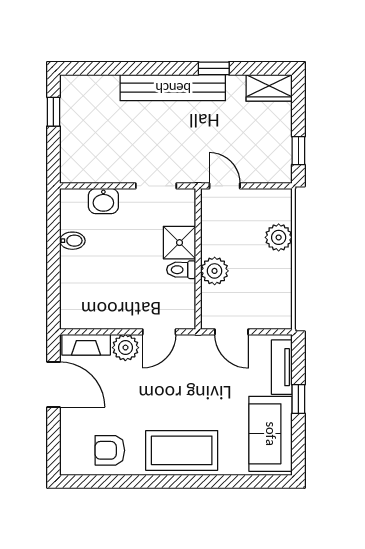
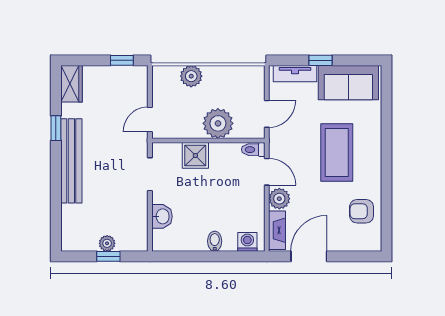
window: (53, 112) -> (108, 256), moved
plant: (70, 132) -> (107, 243), added
bidet: (72, 241) -> (215, 241), moved
toilet: (181, 270) -> (253, 150), moved, turned 90
plant: (215, 271) -> (218, 123), width x1.36, depth x1.36
washing machine: (71, 308) -> (247, 242), added
armchair: (110, 450) -> (362, 211), turned 90
coffee table: (182, 450) -> (337, 153), moved

